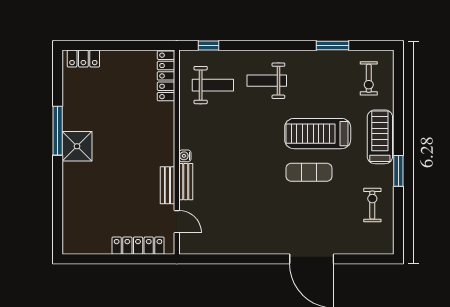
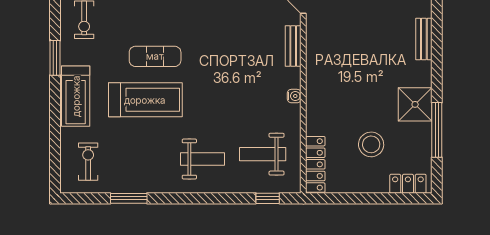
stool: (116, 94) -> (371, 144), added
window: (58, 131) -> (437, 130), moved
shower: (77, 146) -> (415, 104), moved
water cooler: (185, 156) -> (294, 96), moved
bench: (167, 185) -> (424, 39), moved

